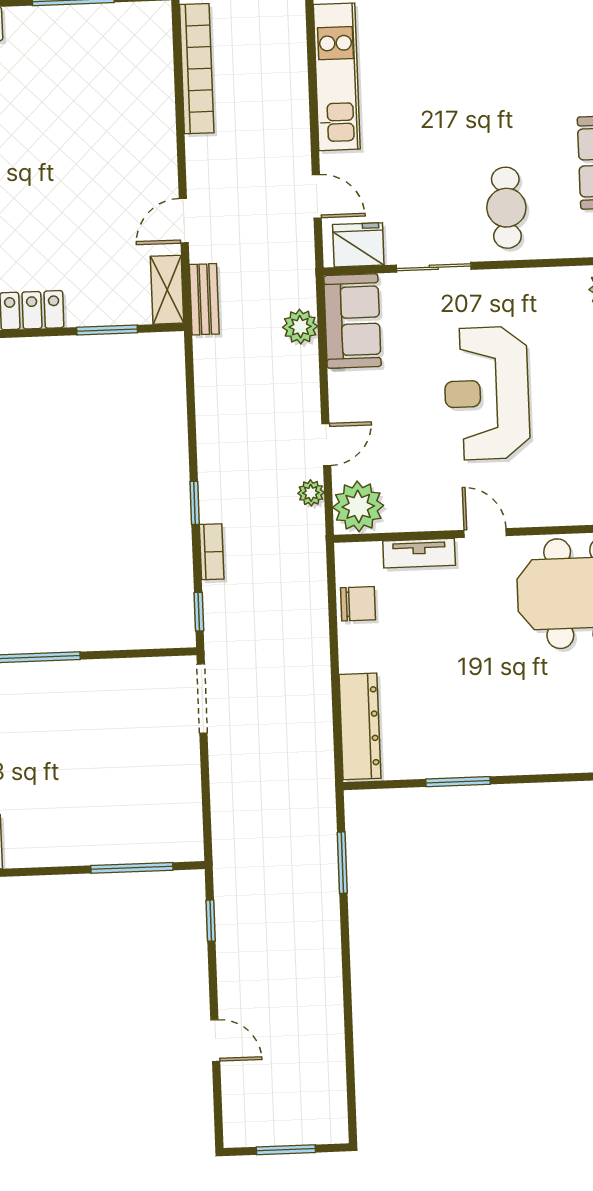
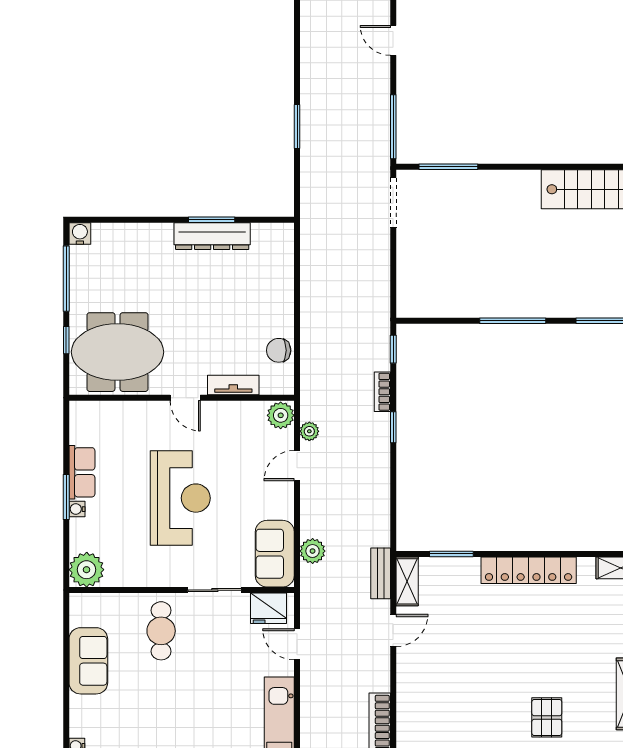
plant: (358, 506) -> (281, 415), width x0.73, depth x0.73
doorway: (202, 698) -> (393, 203), moved
dresser: (360, 726) -> (212, 236), moved, turned -90
window: (342, 863) -> (297, 127), moved
window: (211, 921) -> (393, 127), width x2.17

